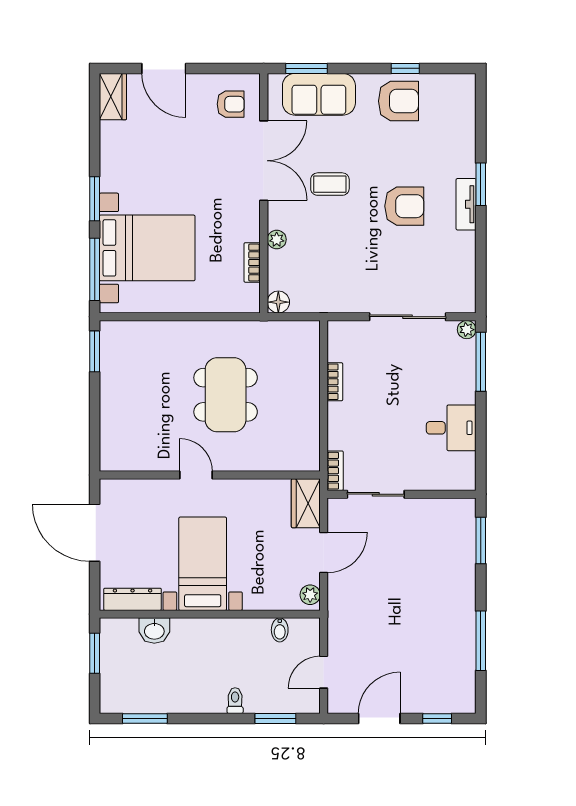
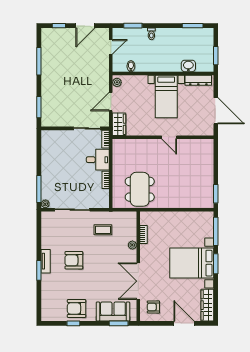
wardrobe: (113, 97) -> (207, 305), width x1.50
coffee table: (330, 184) -> (103, 230), moved
bed with nightstands: (147, 248) -> (192, 263), moved
floor lamp: (278, 302) -> (132, 216), removed
dining table: (226, 395) -> (140, 189), moved
desk: (451, 428) -> (98, 160), moved, turned 180

